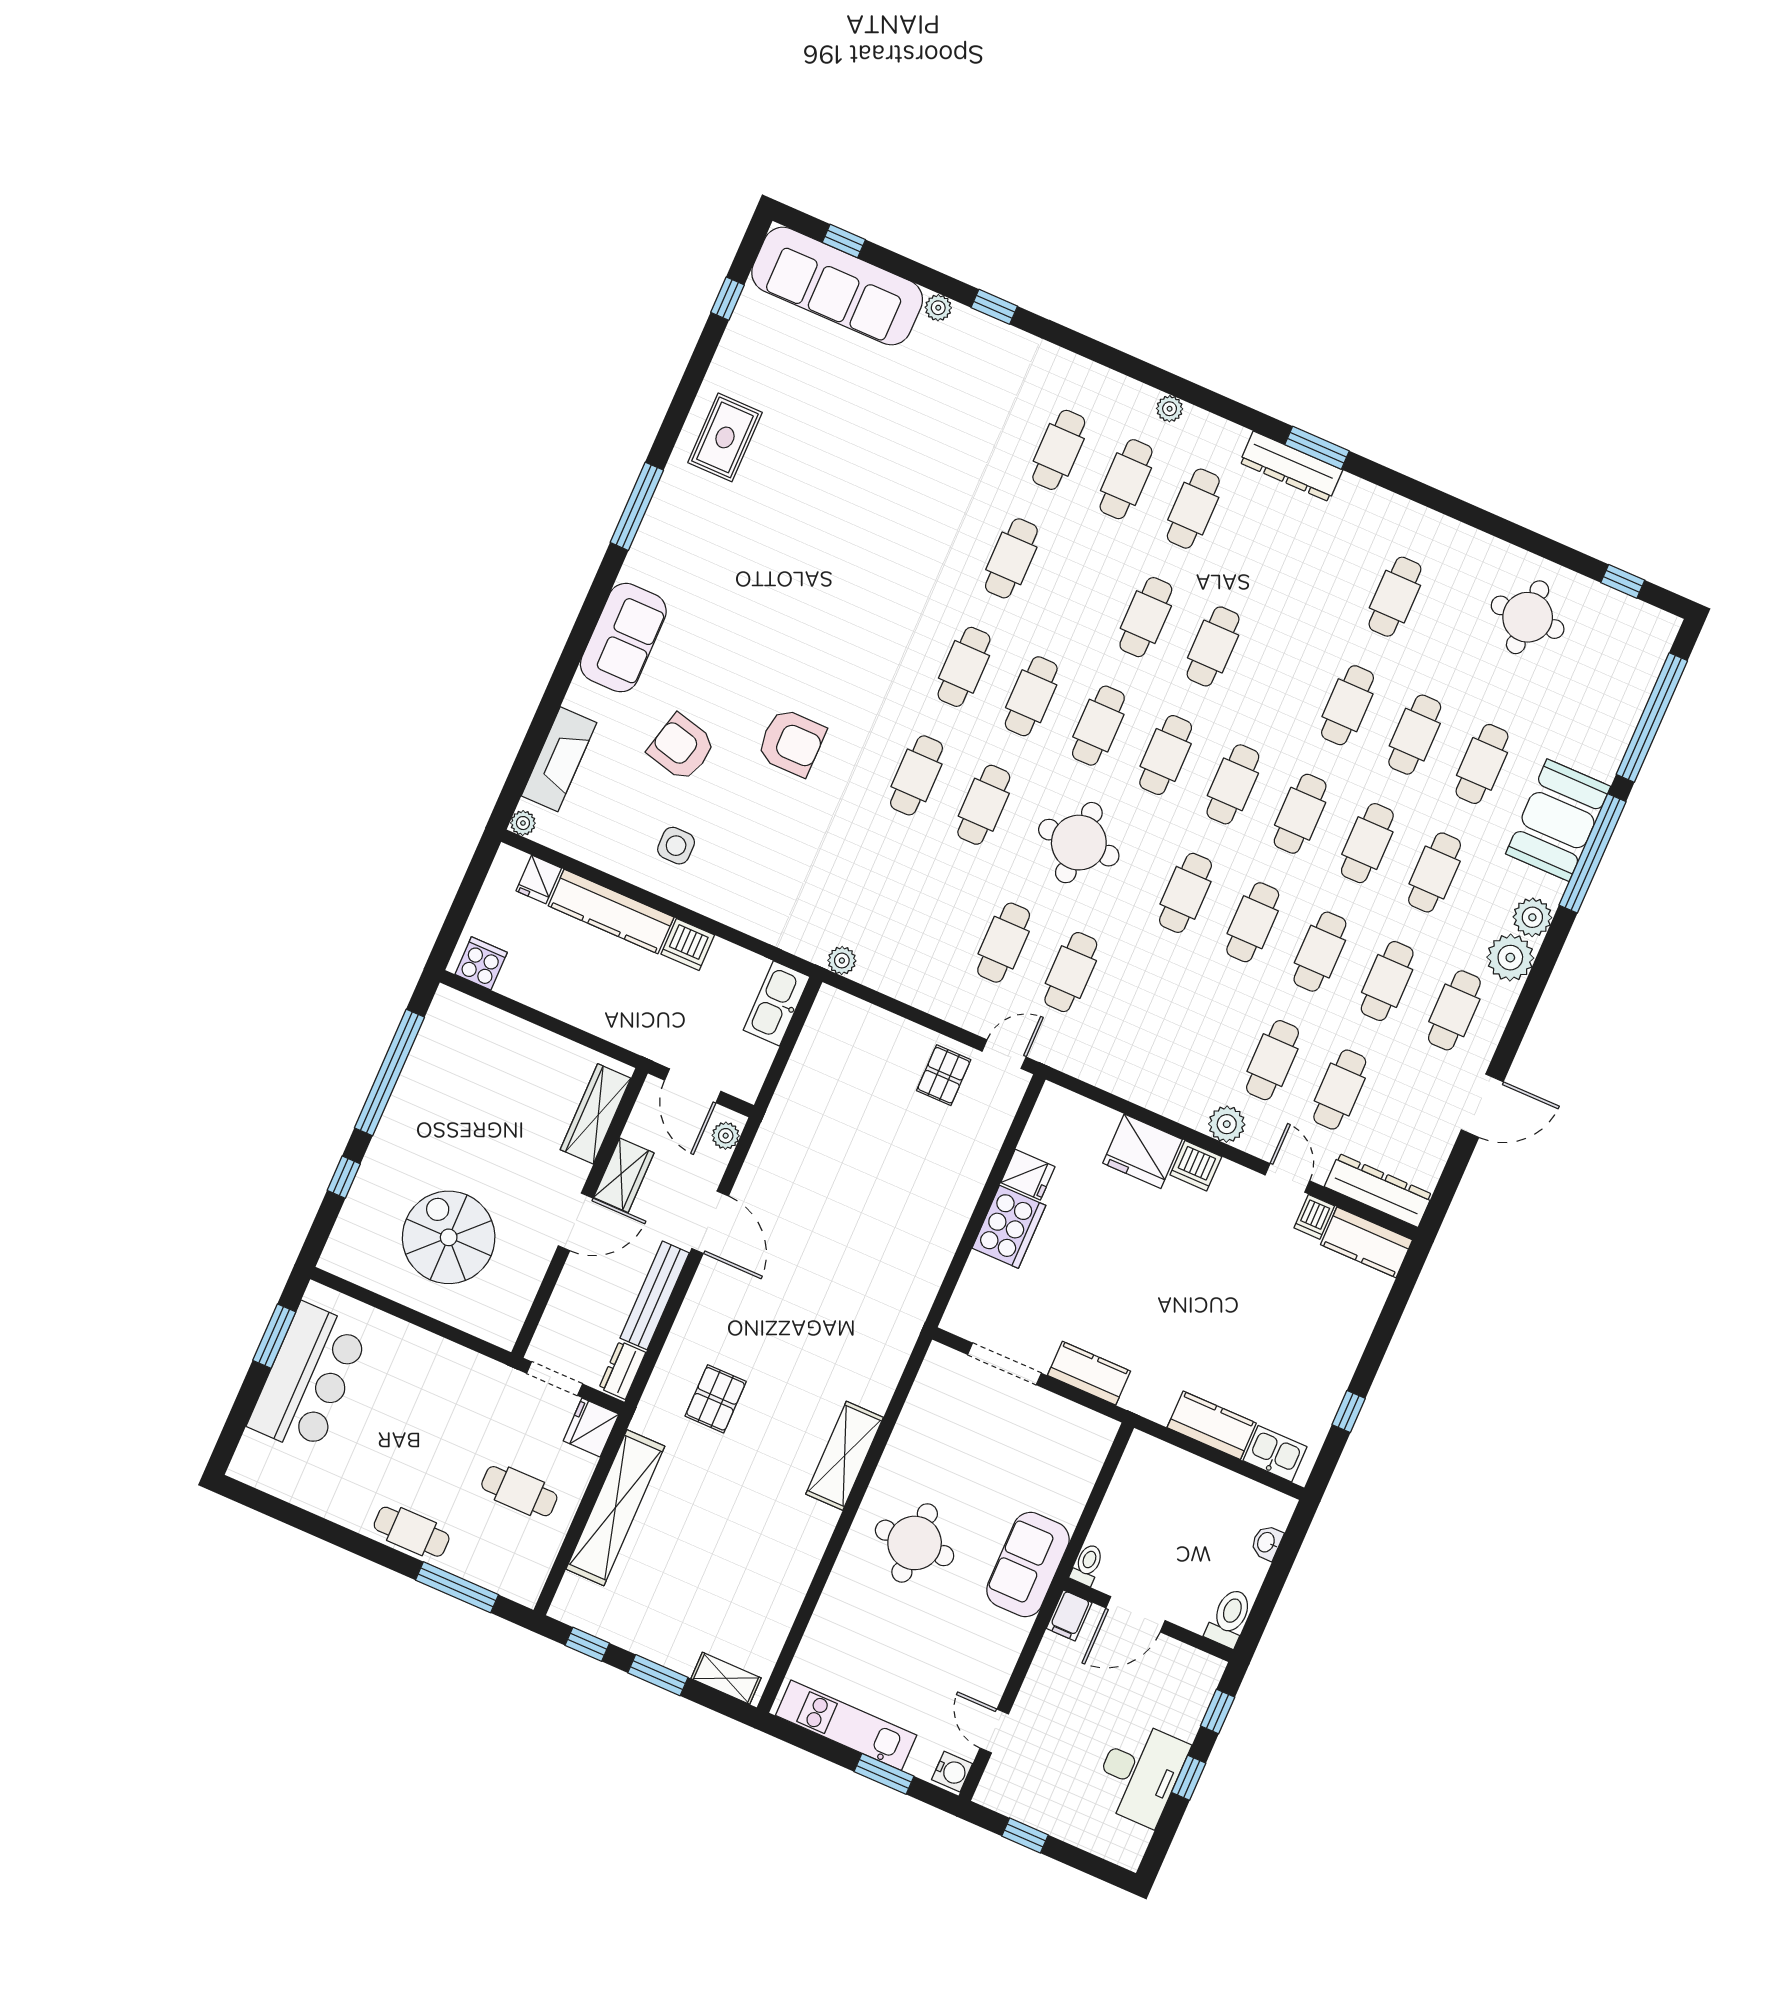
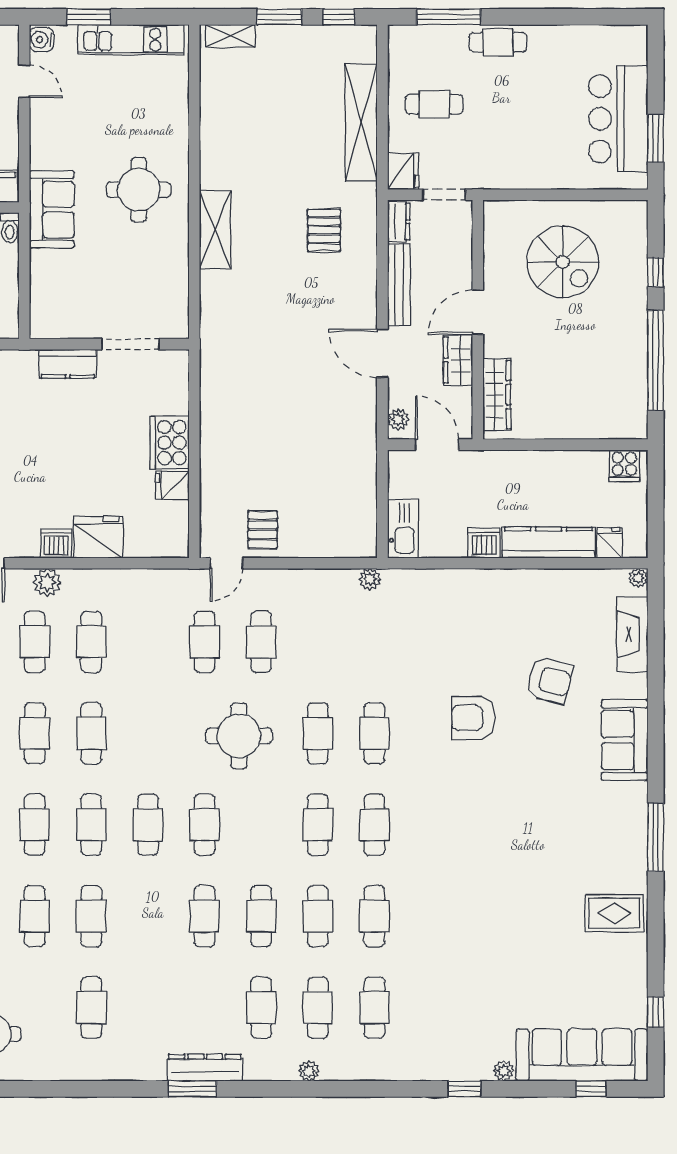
rug: (725, 437) -> (614, 913), turned 90
cafe table: (1098, 726) -> (318, 916), moved
side table: (676, 846) -> (523, 609), removed
cafe table: (1185, 893) -> (91, 642), moved

